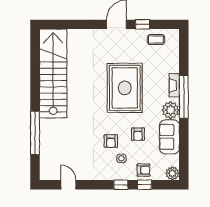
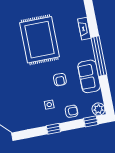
window: (184, 97) -> (99, 56), moved
plant: (171, 110) -> (85, 52), removed
armchair: (111, 141) -> (36, 91), removed
window: (144, 185) -> (91, 121), moved

